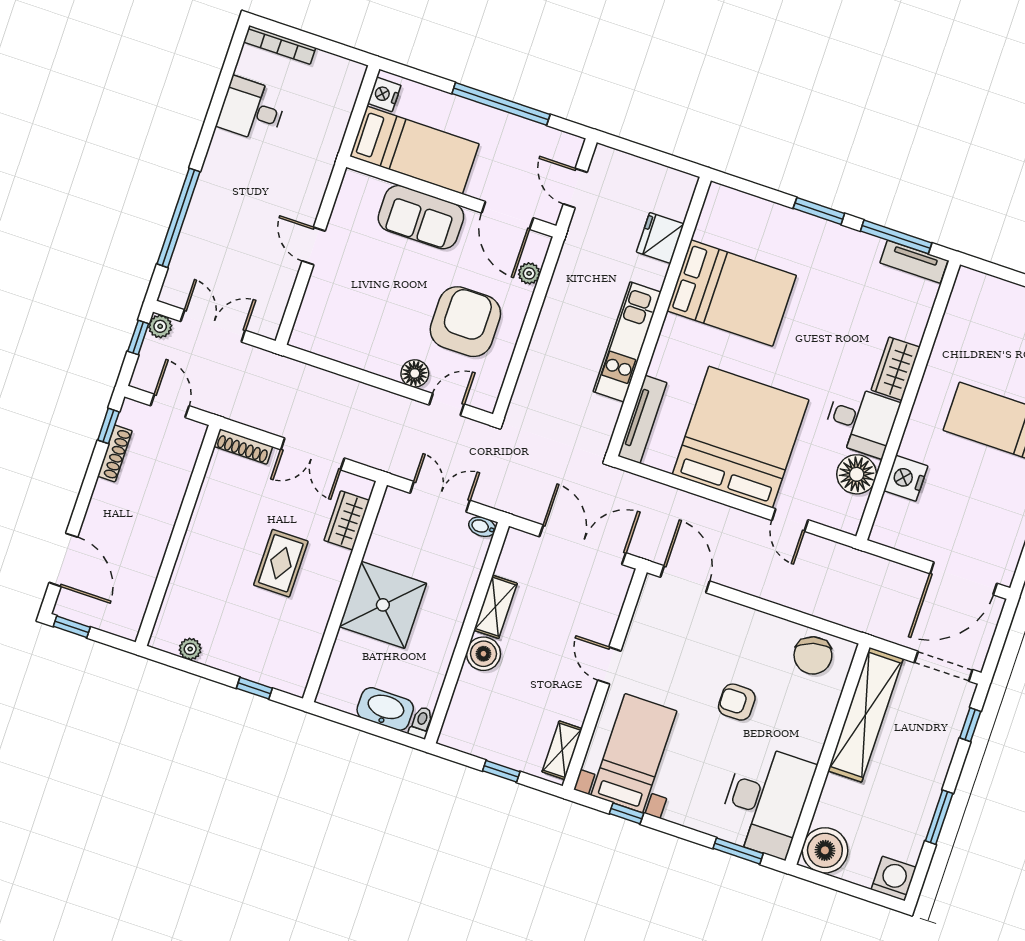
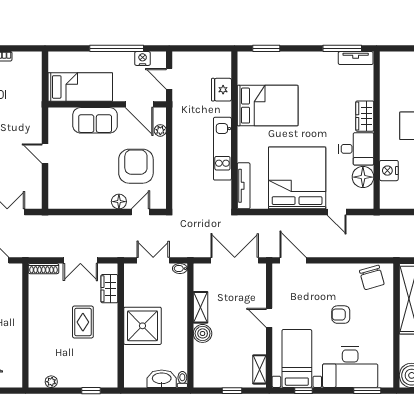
nightstand: (384, 94) -> (143, 58), moved, turned 90
window: (819, 211) -> (266, 48), moved
desk: (766, 801) -> (350, 367), moved, turned 90

